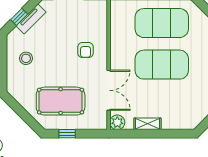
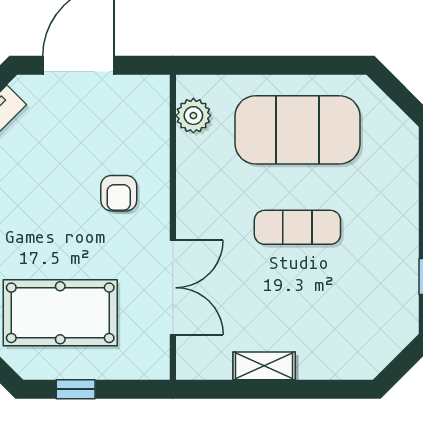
exercise mat: (162, 65) -> (297, 227), width x0.50, depth x0.69
plant: (117, 122) -> (193, 116), moved

